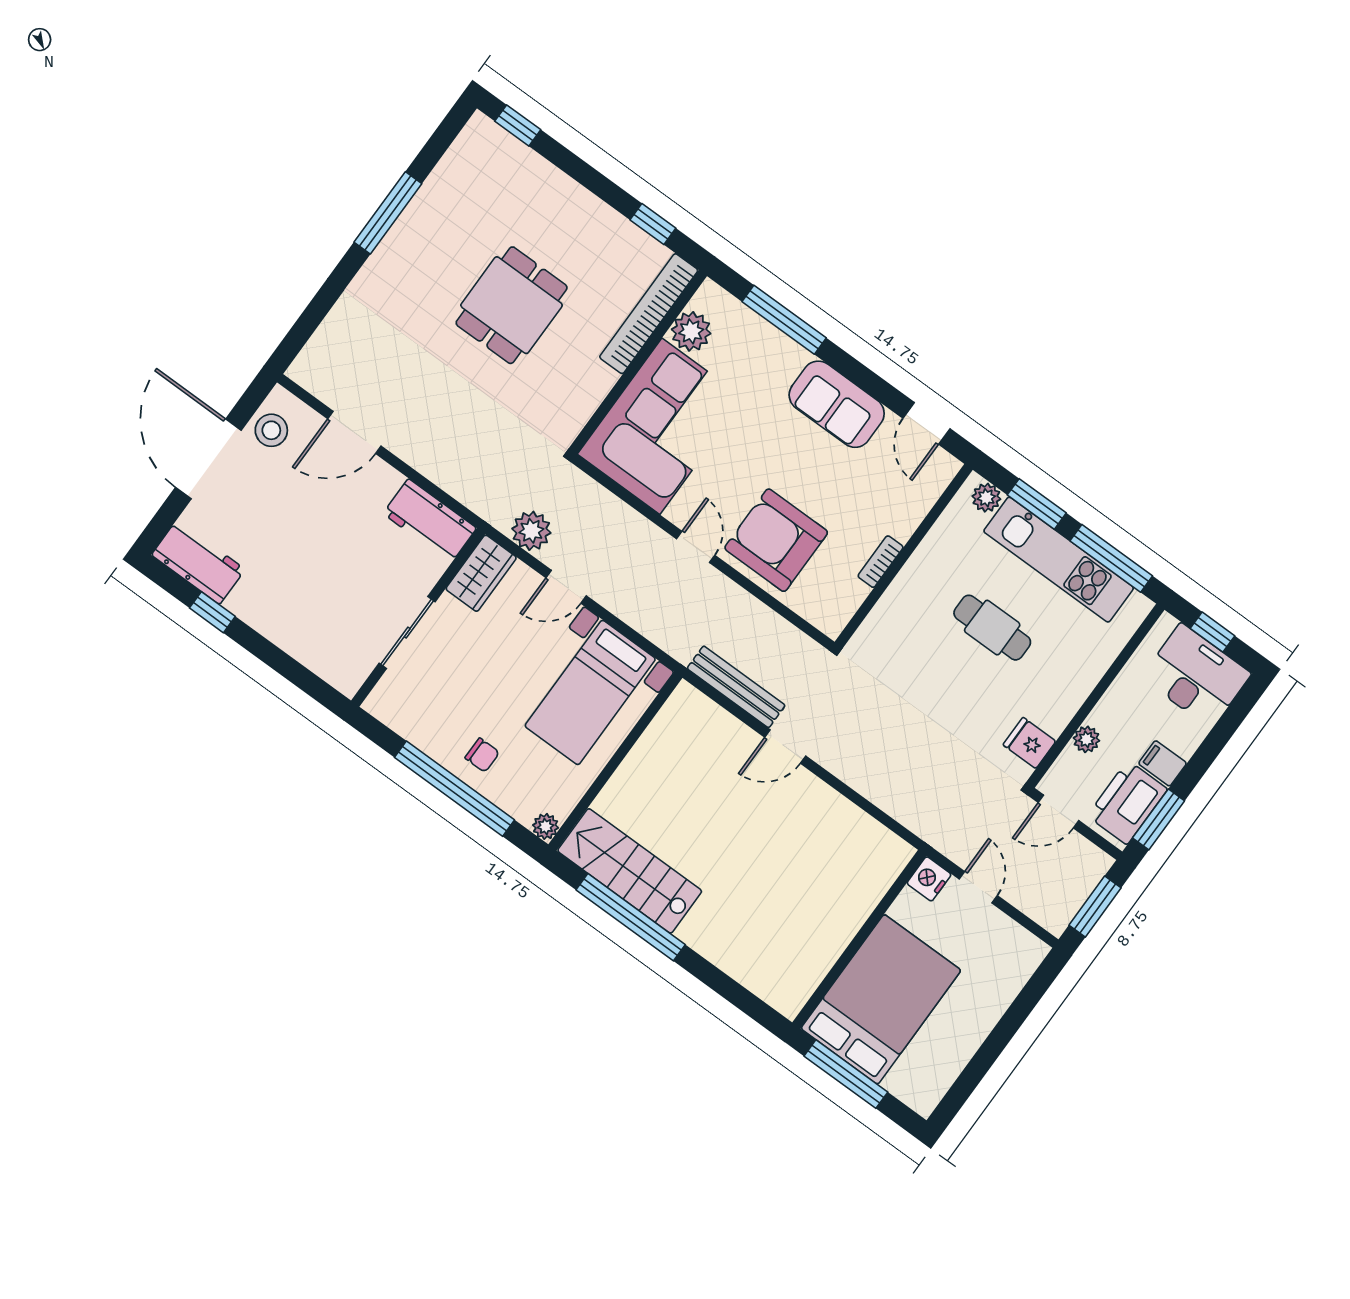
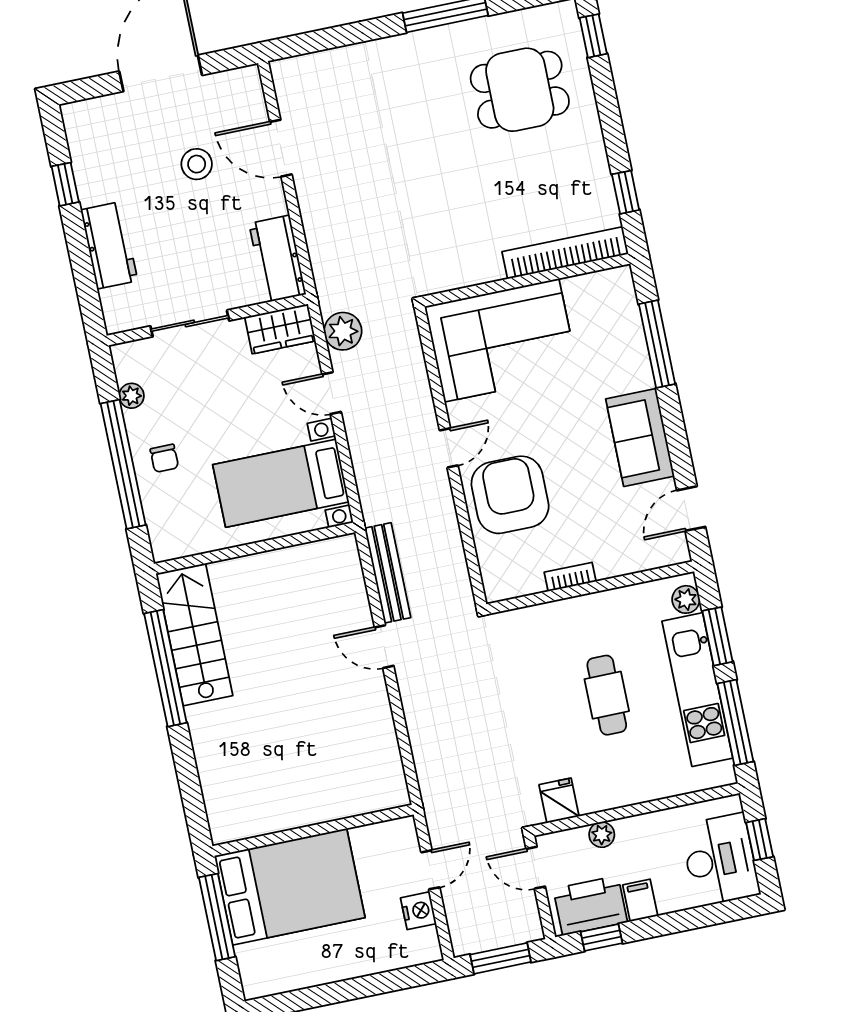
dining table: (512, 305) -> (520, 90), moved
plant: (691, 331) -> (584, 293), removed
stool: (271, 430) -> (197, 164), moved
workbench: (198, 562) -> (109, 245), moved
window: (1159, 819) -> (601, 937), width x0.67
plant: (546, 826) -> (132, 396), moved
nightstand: (929, 879) -> (419, 911), moved, turned 90

